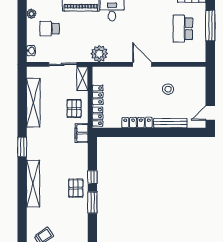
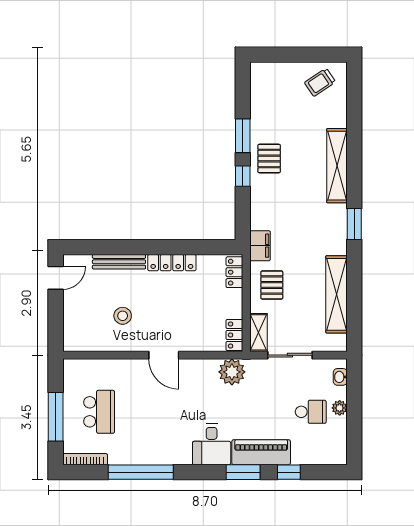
plant: (31, 14) -> (340, 408), moved
locker: (98, 95) -> (234, 335), moved

